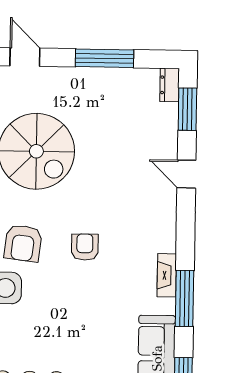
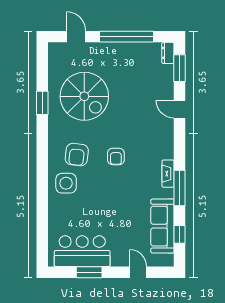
window: (104, 58) -> (126, 37), width x1.46
armchair: (85, 247) -> (116, 156), turned 180

